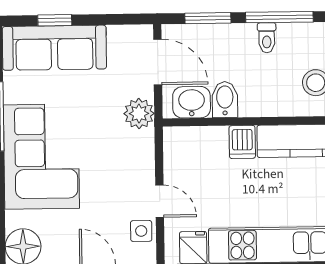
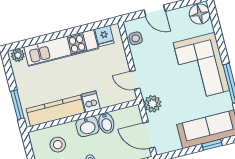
washbasin: (192, 102) -> (87, 126), moved
door: (160, 201) -> (135, 80), moved

